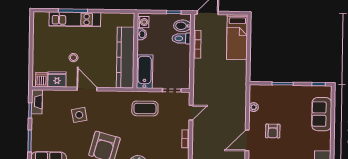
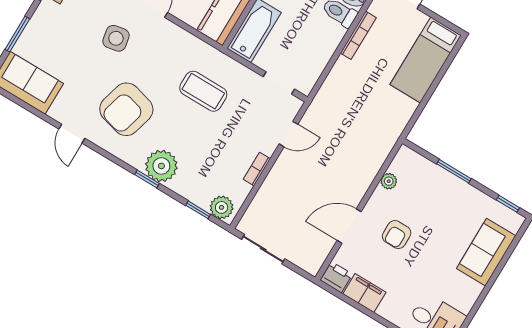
coffee table: (145, 108) -> (203, 91), moved

